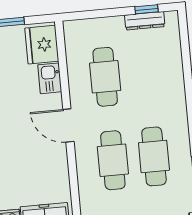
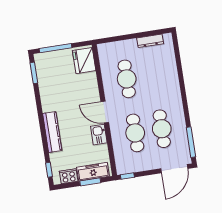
window: (146, 9) -> (151, 33), removed
kitchen sink: (50, 78) -> (99, 135), moved

